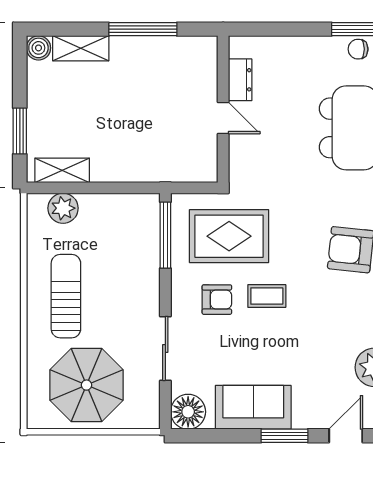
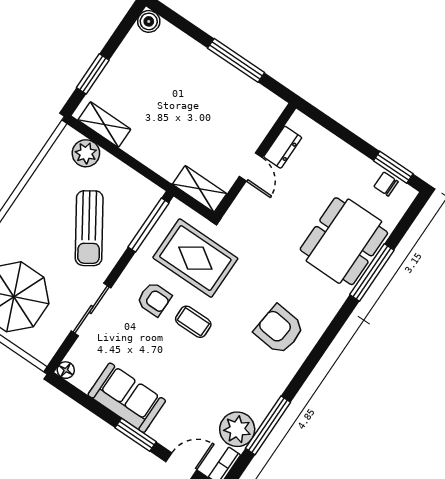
shelving: (81, 48) -> (200, 189), moved
sun lounger: (66, 296) -> (89, 228), moved, turned 147
floor lamp: (188, 412) -> (66, 370), width x0.53, depth x0.53

